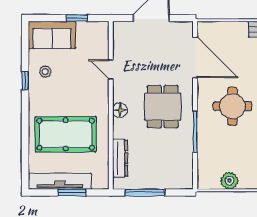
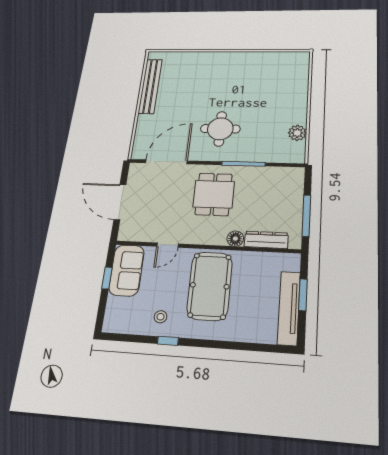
sofa: (52, 35) -> (127, 270), moved
dining table: (163, 107) -> (214, 194), turned 90
floor lamp: (120, 110) -> (235, 239), moved
pool table: (66, 134) -> (210, 286), moved

